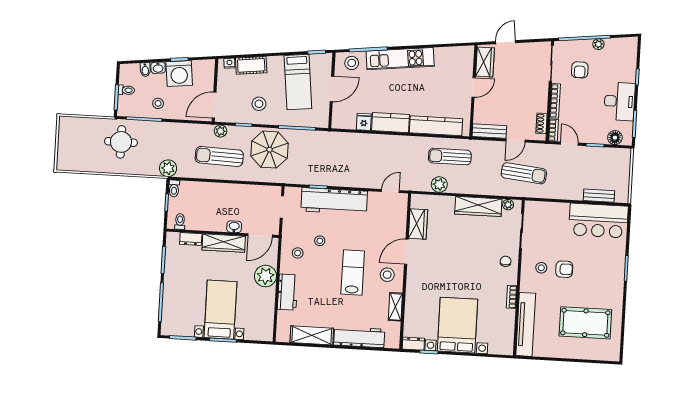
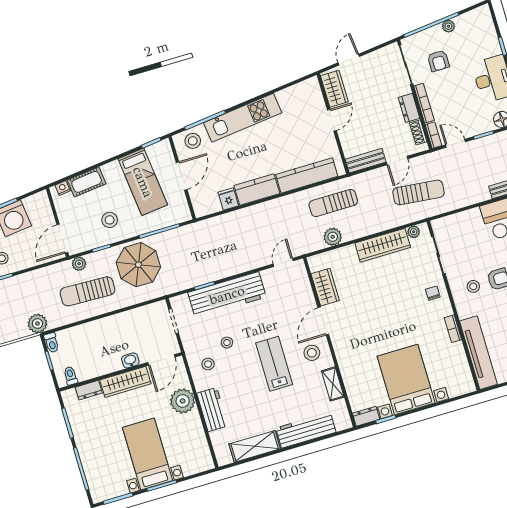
dresser: (541, 100) -> (409, 108), added

